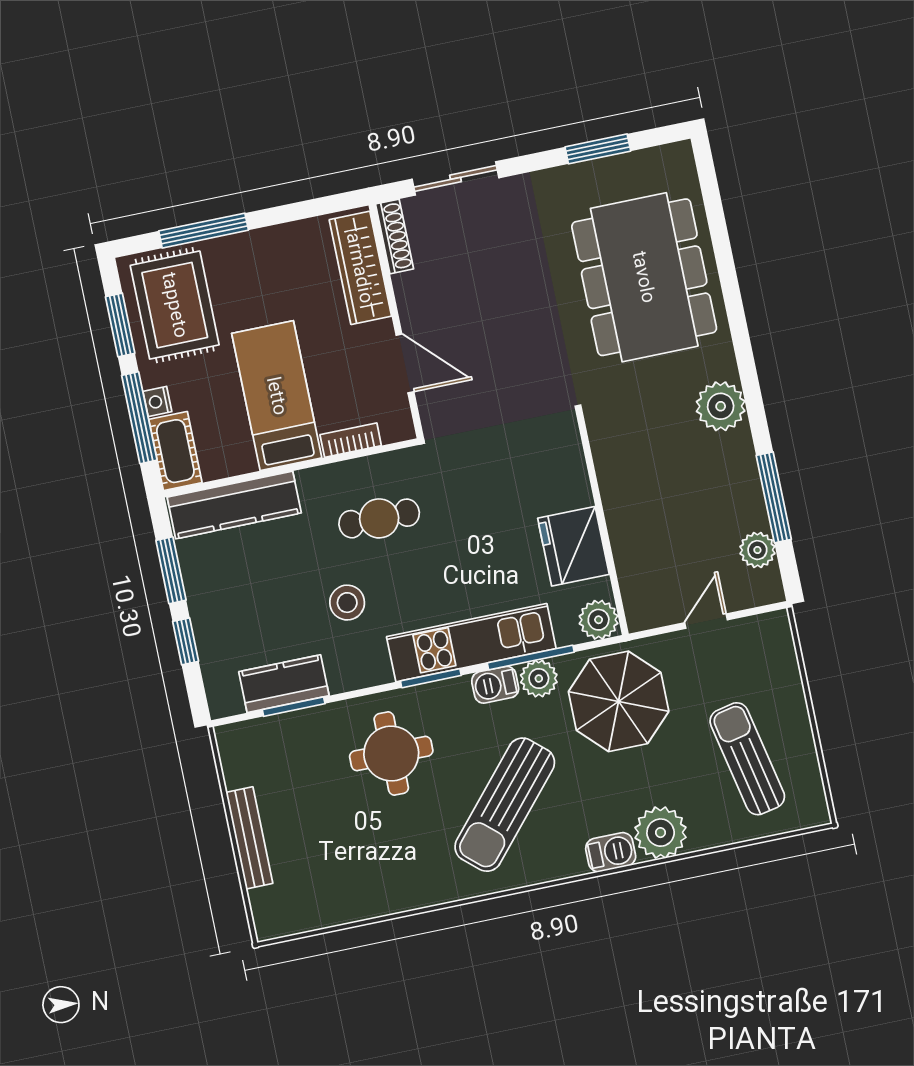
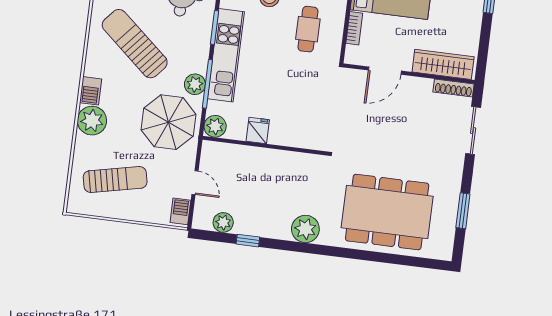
window: (774, 497) -> (248, 241), width x0.46
fridge: (573, 546) -> (258, 130), width x0.53, depth x0.75
barbecue: (495, 685) -> (180, 211), moved

